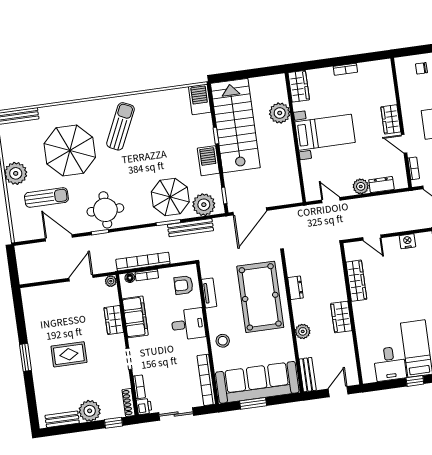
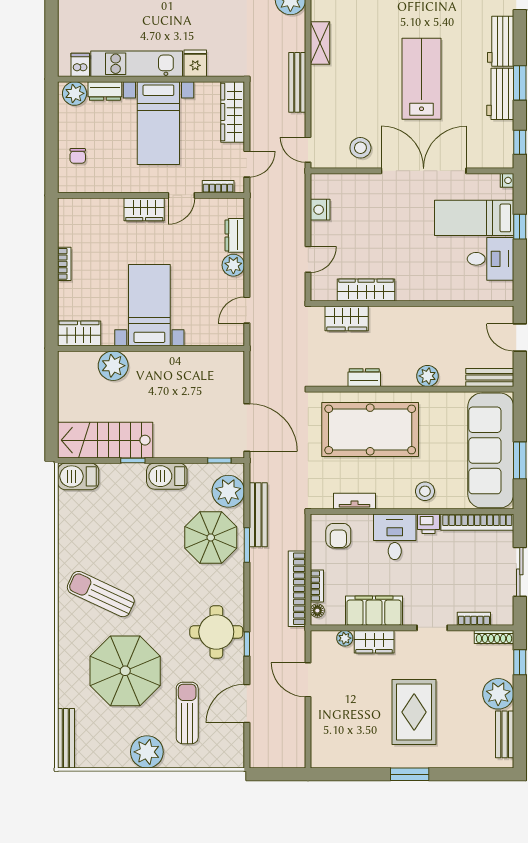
stairs: (235, 126) -> (105, 440), width x0.73, depth x0.66
plant: (111, 281) -> (345, 638), moved
wardrobe: (341, 317) -> (347, 318), moved
rug: (69, 354) -> (414, 712), width x1.36, depth x1.43
printer: (144, 407) -> (429, 524), moved, turned 180

